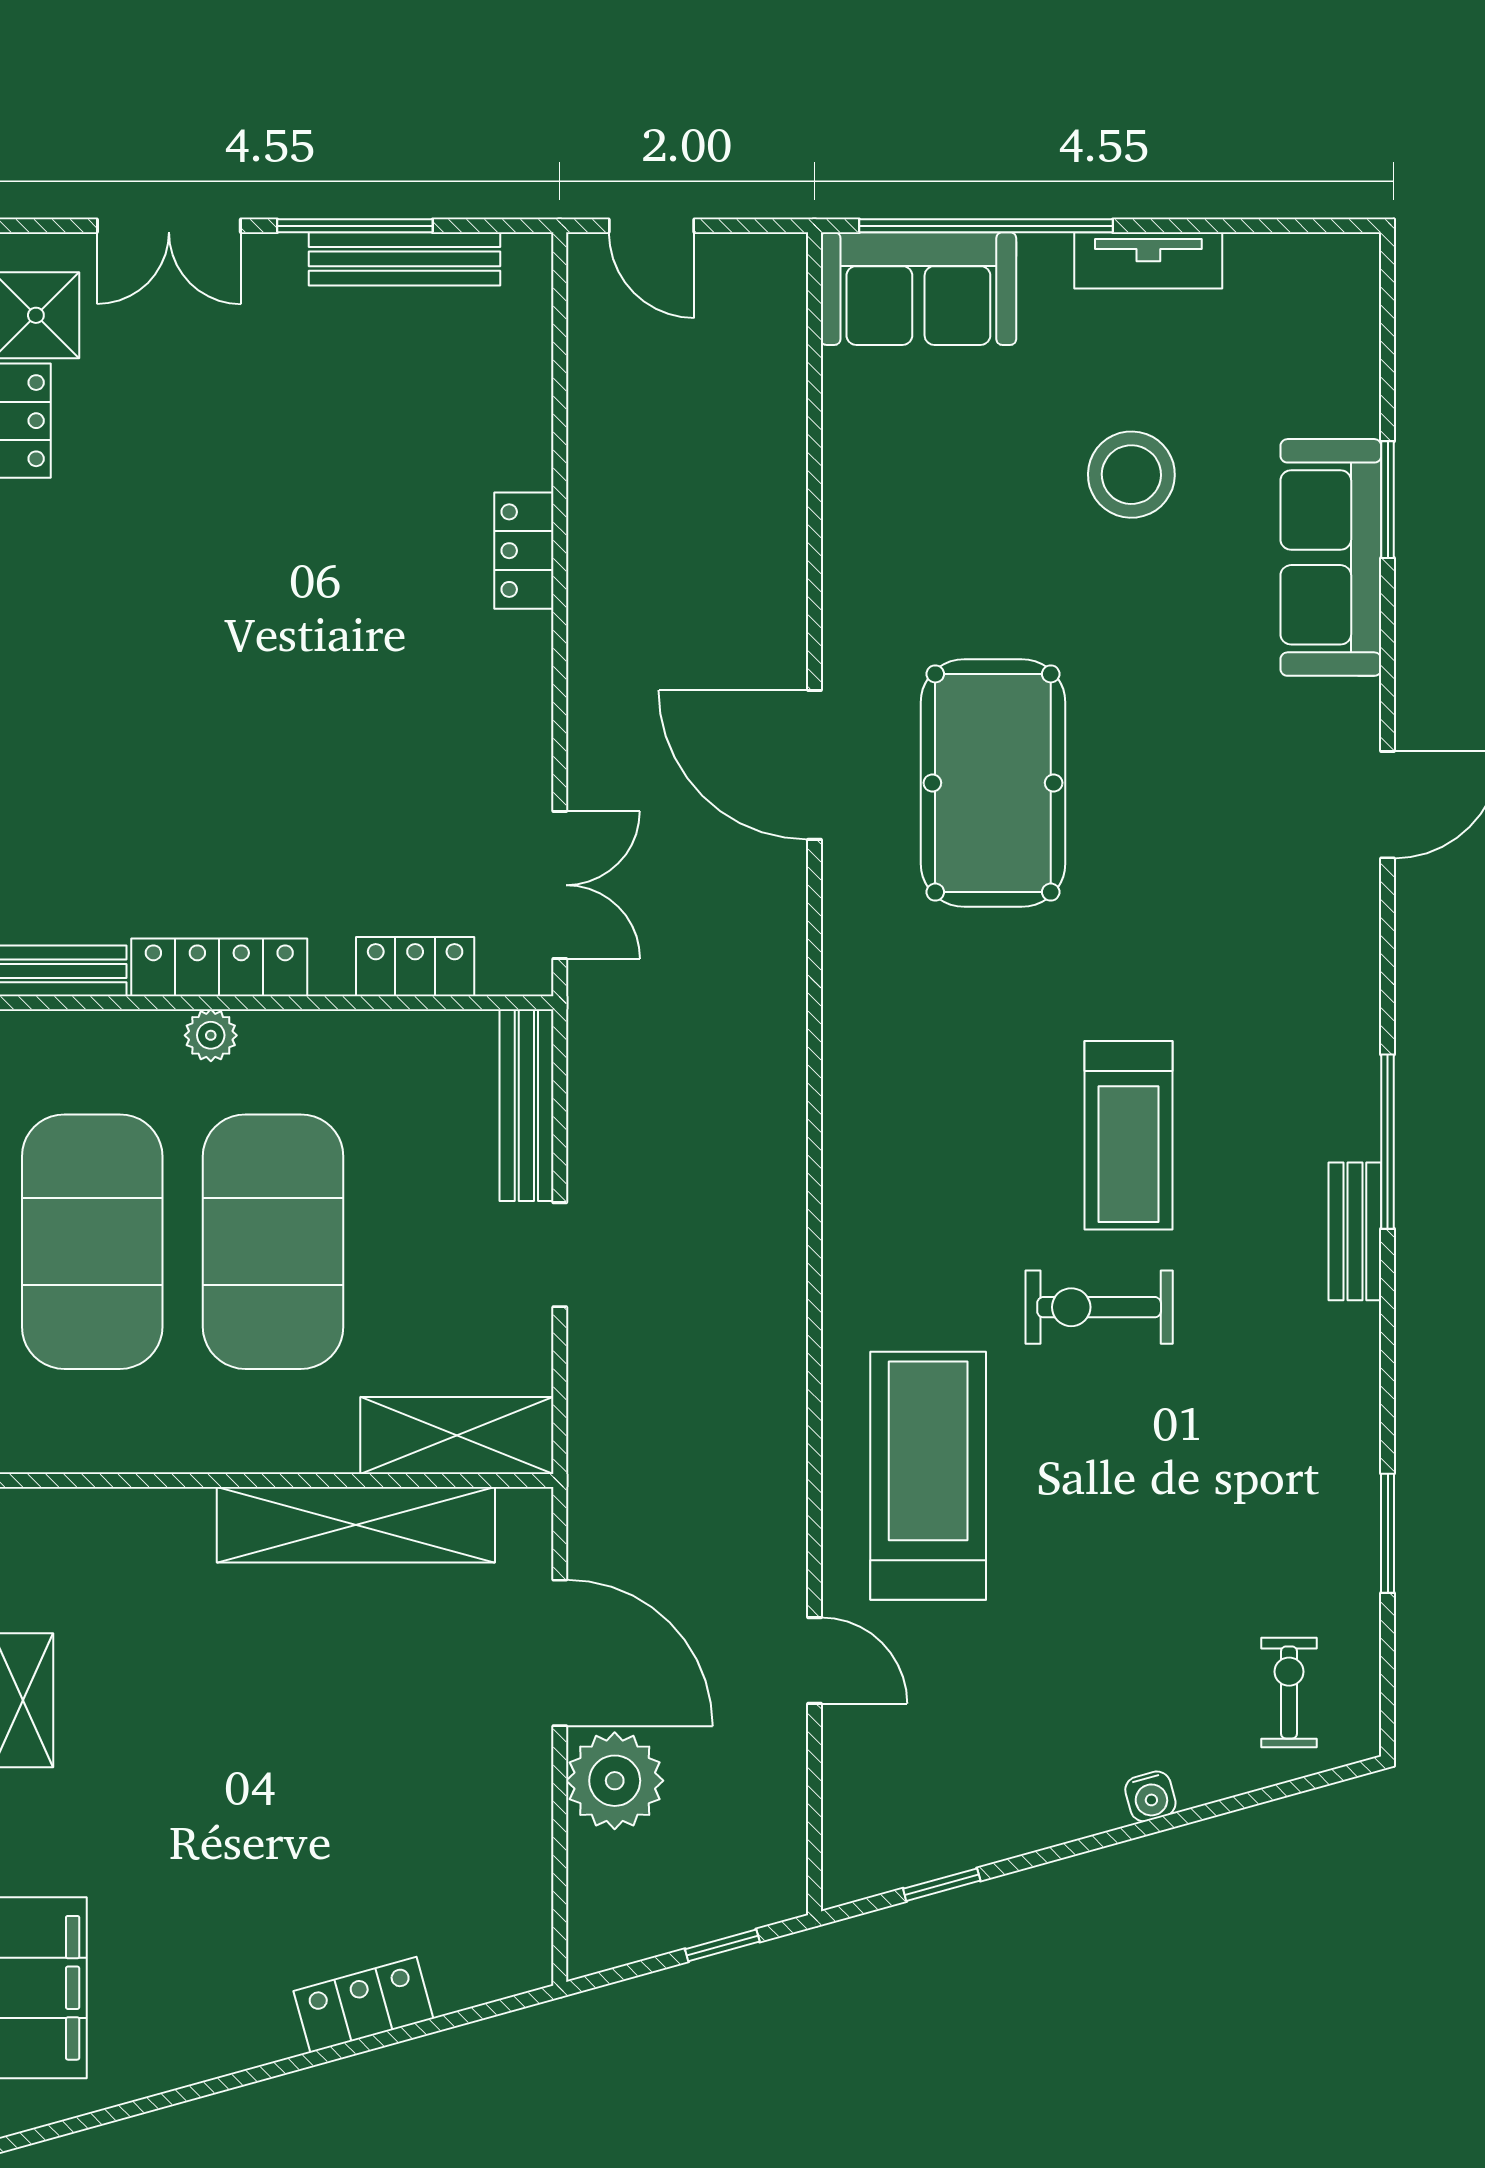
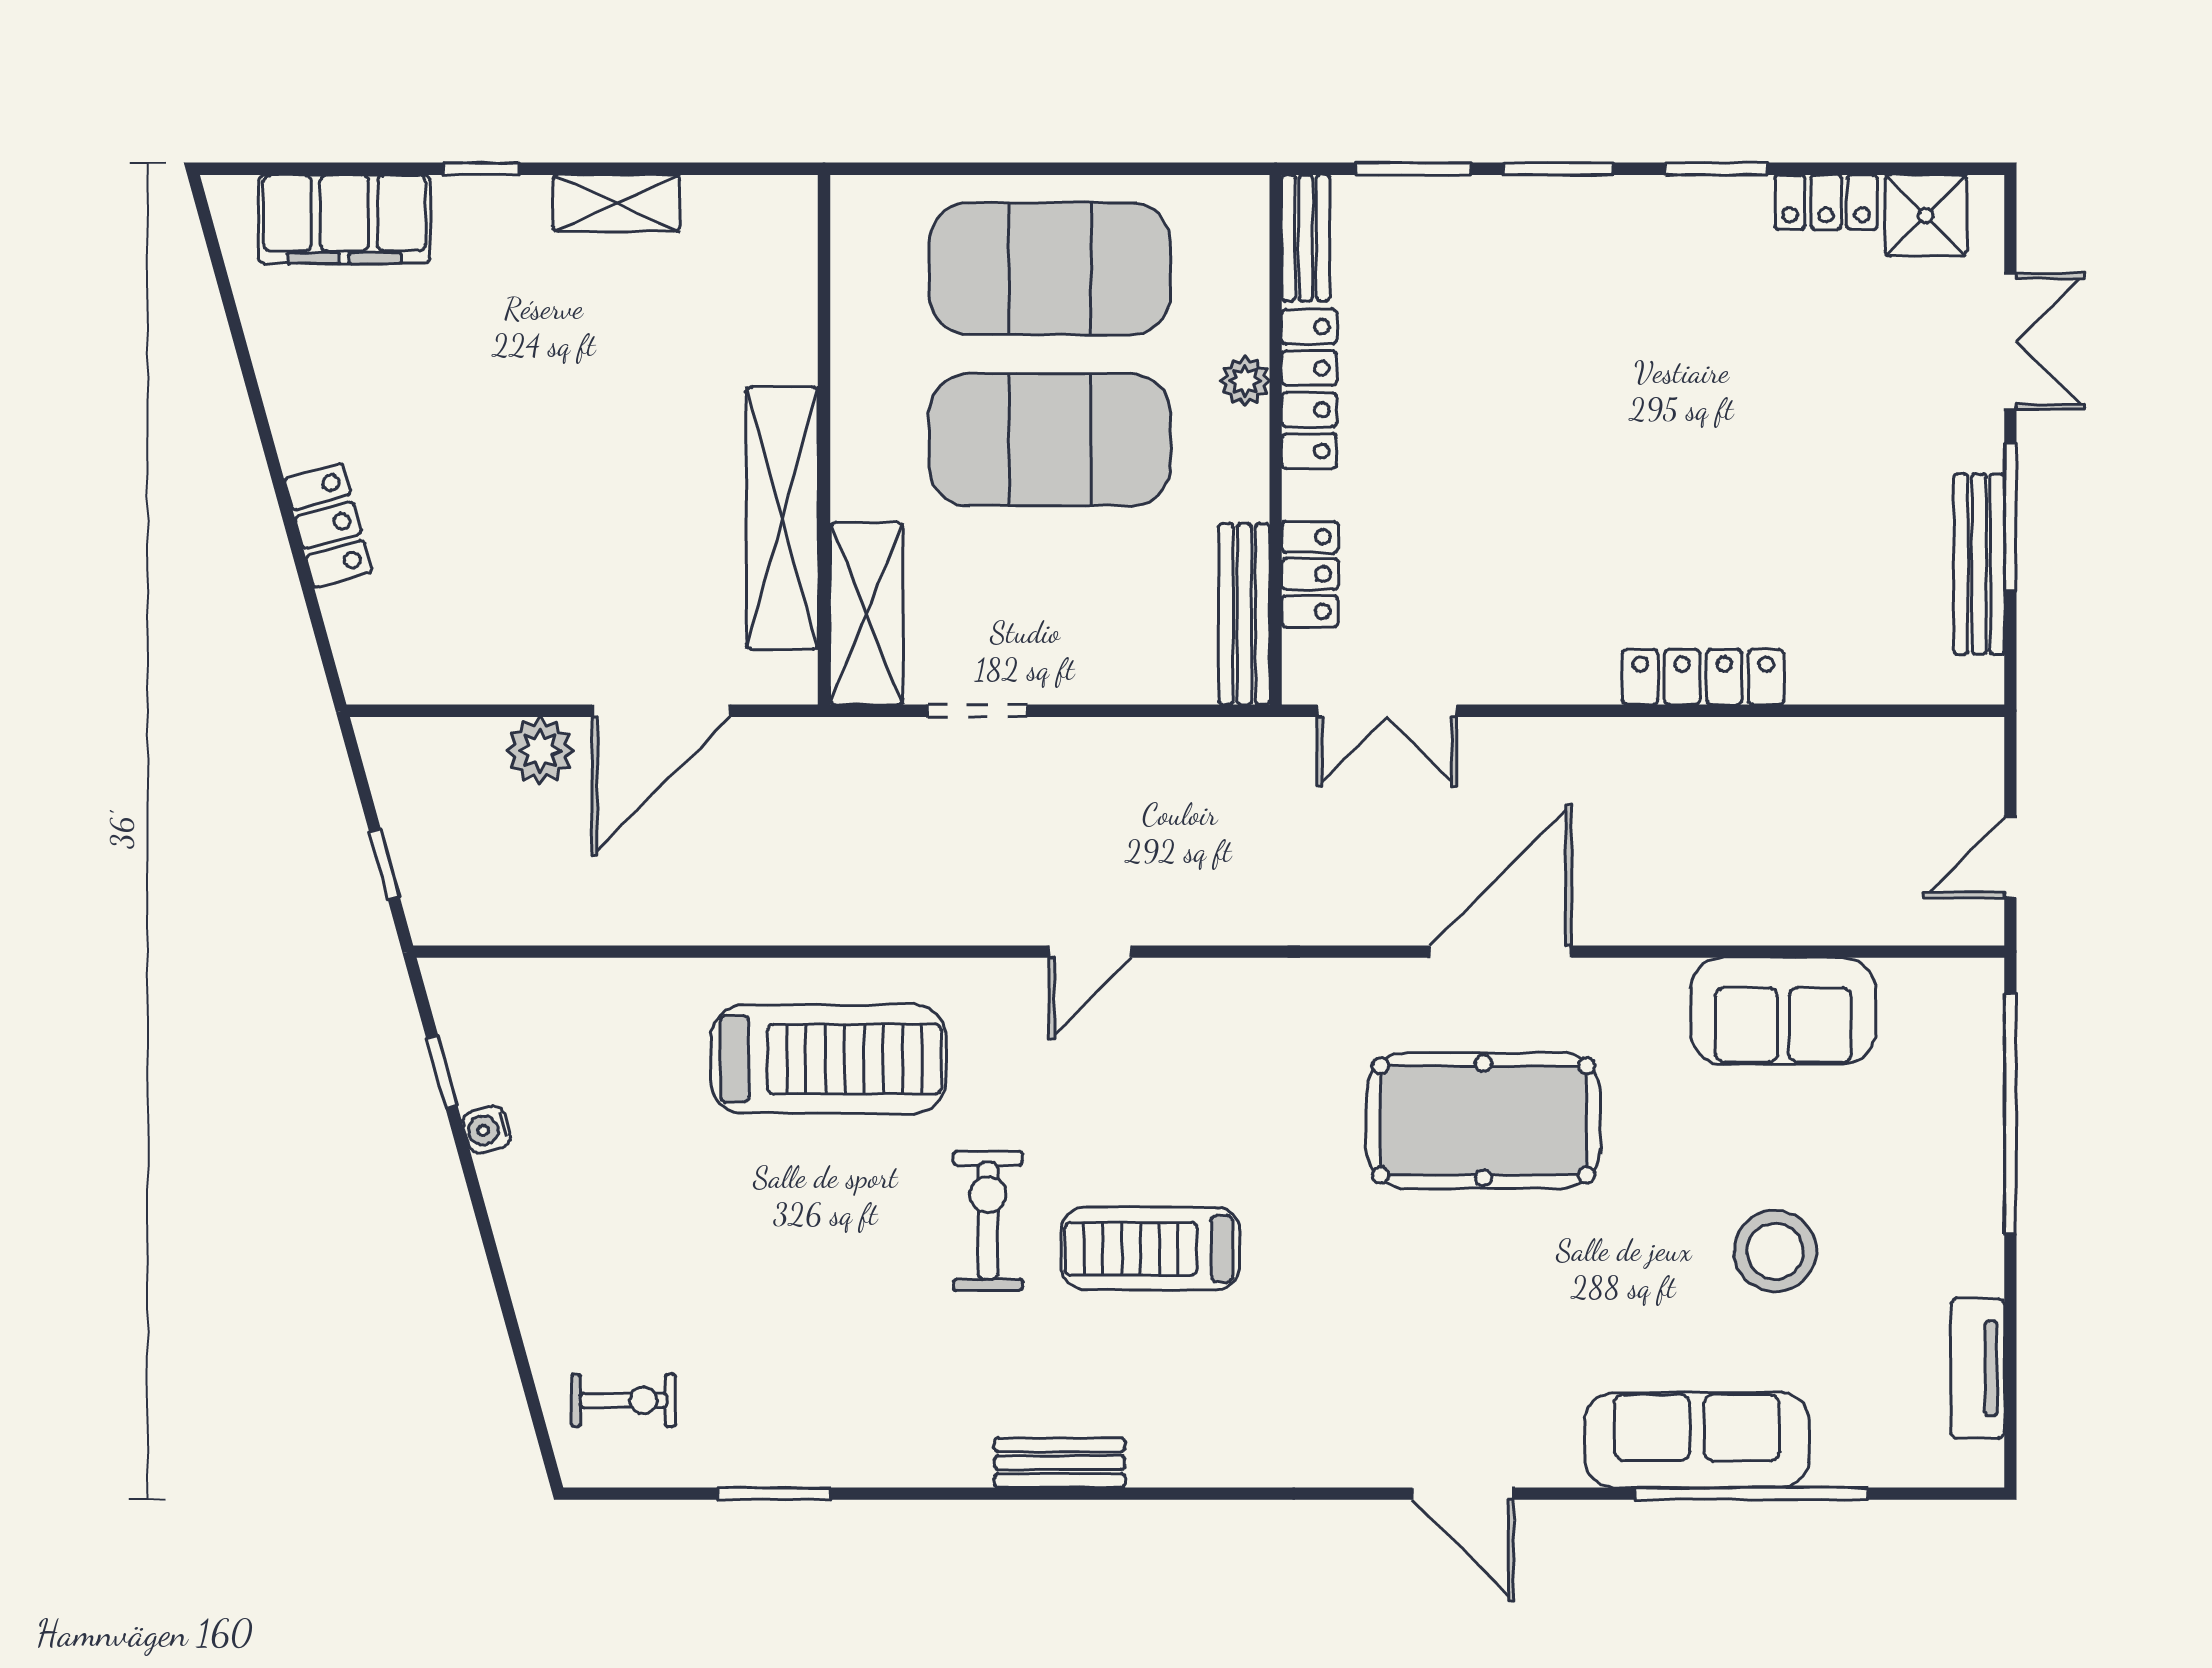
double door: (169, 226) -> (2010, 341), swing flipped
door: (652, 226) -> (2010, 858), moved
tv unit: (1148, 260) -> (1978, 1368), moved
sofa: (918, 289) -> (1783, 1011), moved, turned -90
window: (1388, 500) -> (1752, 1494), width x2.11
locker: (524, 551) -> (1703, 677), width x1.53
bench: (526, 1105) -> (1244, 614), moved, turned 90
window: (1388, 1142) -> (1144, 1494), removed
doorway: (560, 1255) -> (977, 711), moved
door: (814, 1660) -> (1090, 952), moved
plant: (615, 1781) -> (540, 751), width x0.73, depth x0.73
water cooler: (1150, 1796) -> (487, 1130), moved

